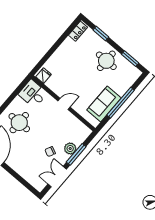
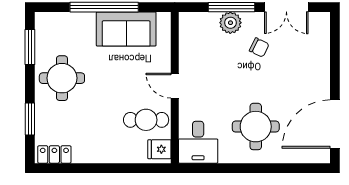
cafe table: (60, 80) -> (146, 120), added

